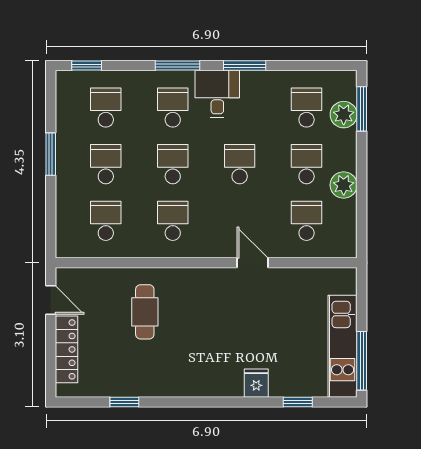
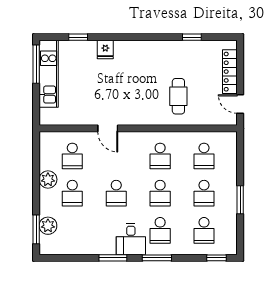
school desk: (307, 107) -> (72, 230), removed

